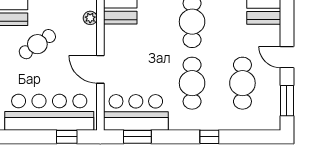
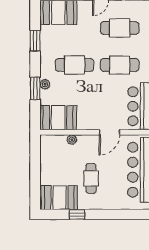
cafe table: (37, 44) -> (91, 178), turned 35

